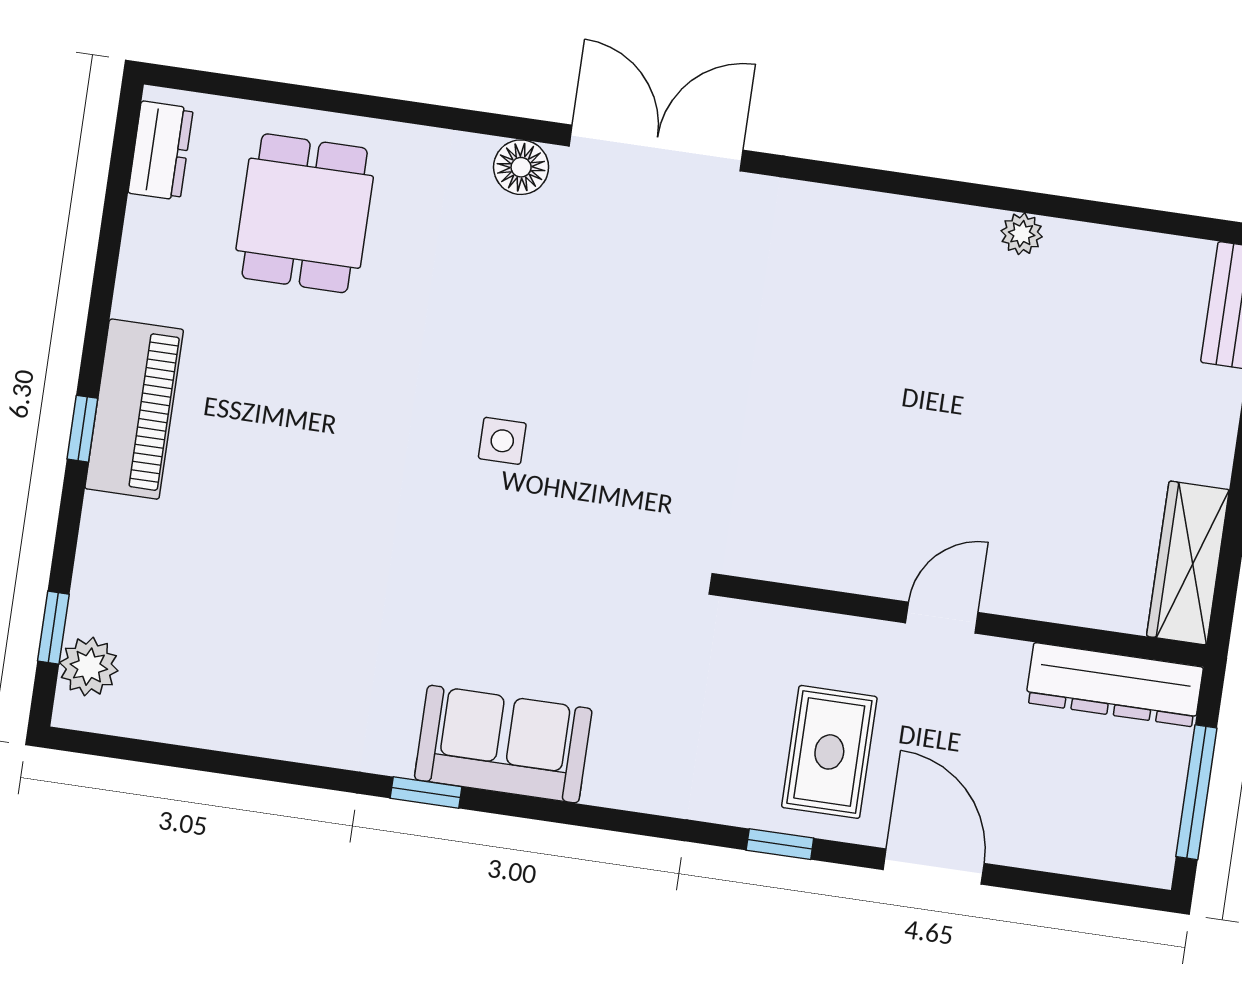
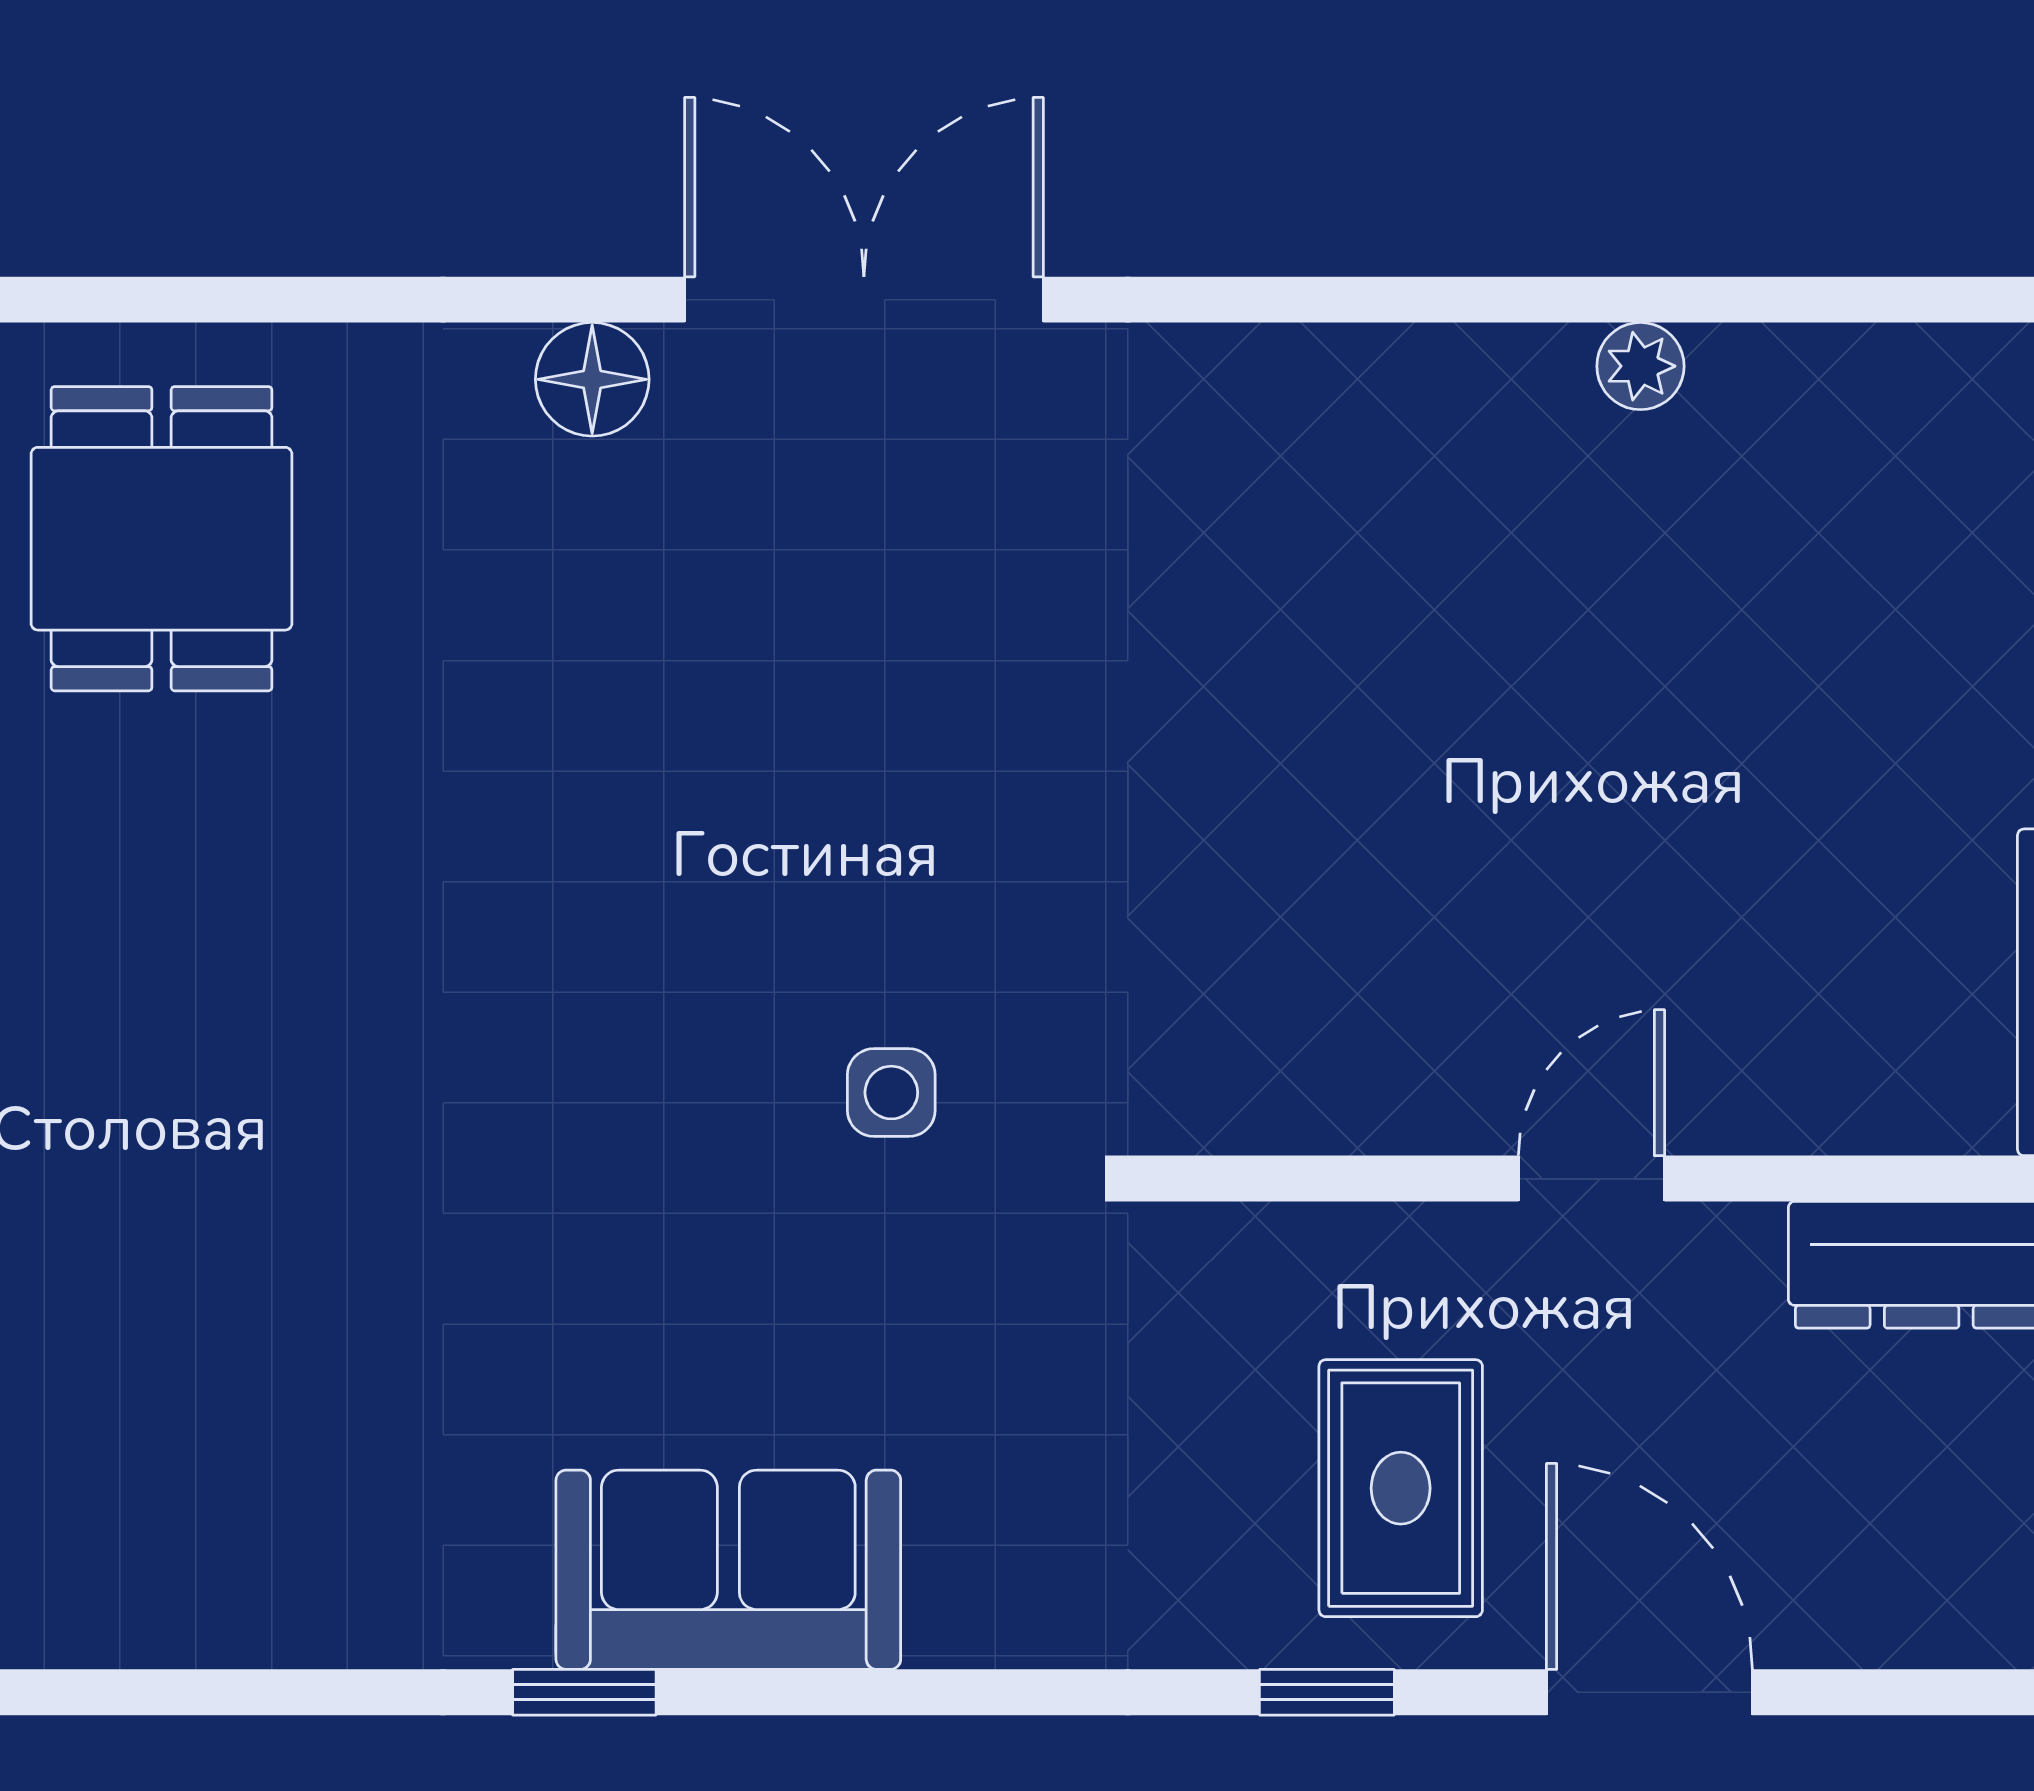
side table: (502, 441) -> (891, 1093), moved

